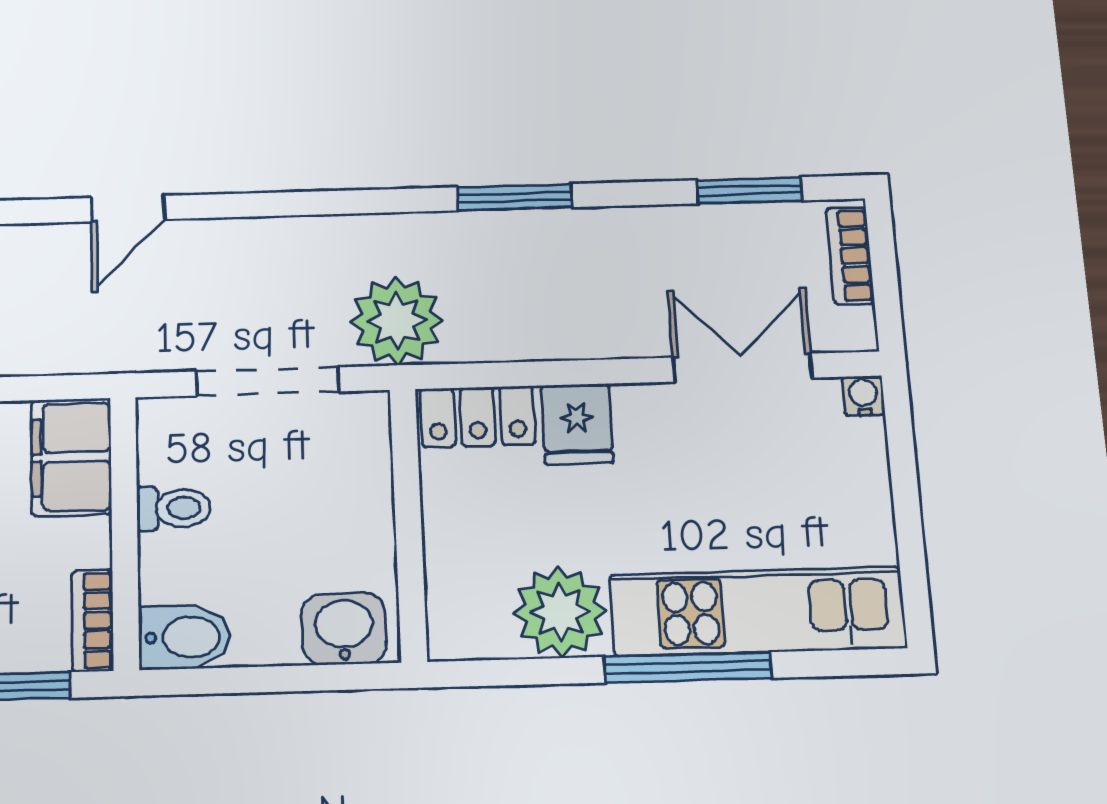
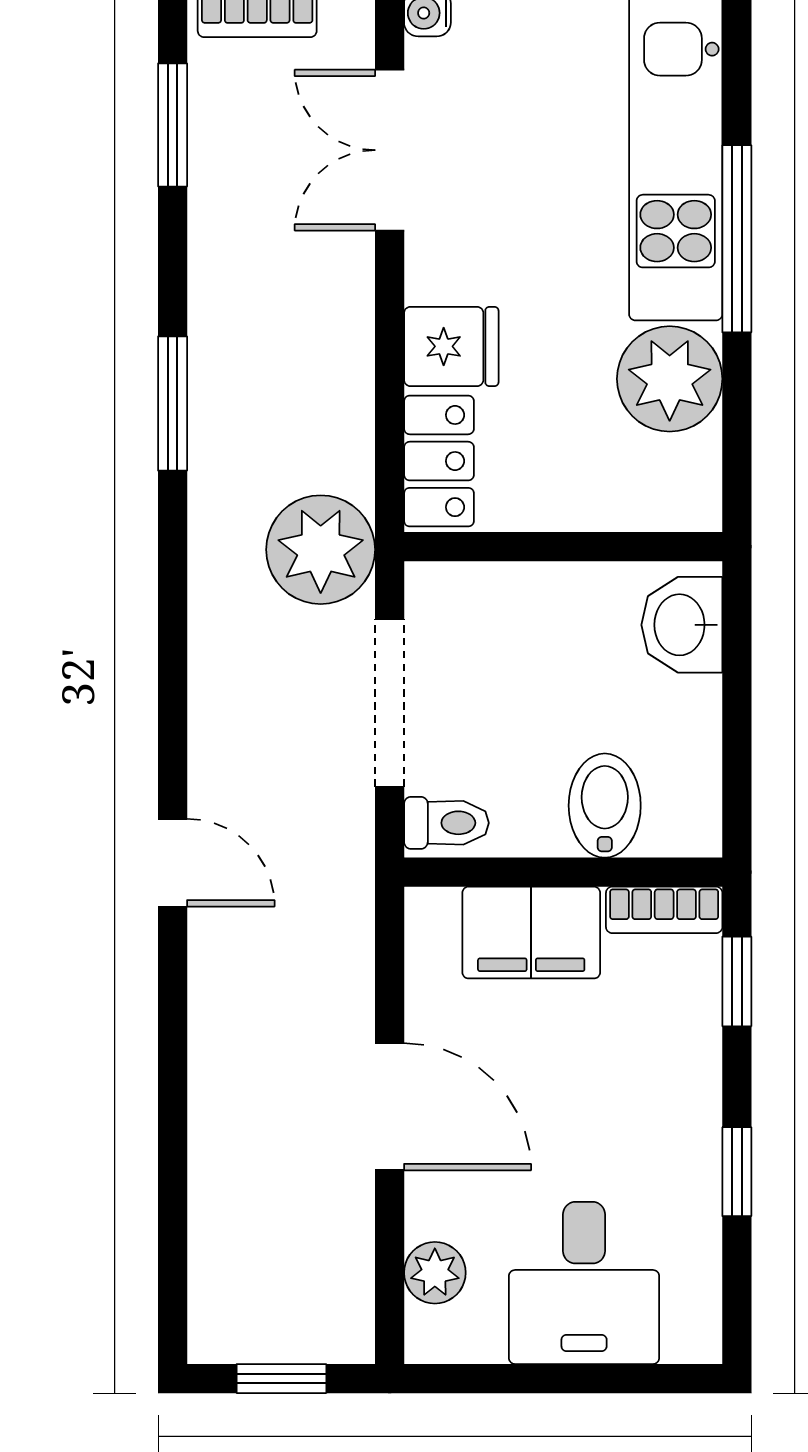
filing cabinet: (71, 457) -> (531, 933), moved
toilet: (174, 508) -> (446, 823), moved, turned 90
bidet: (185, 637) -> (605, 806), moved

